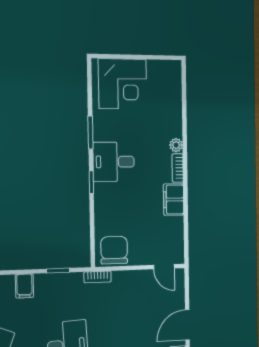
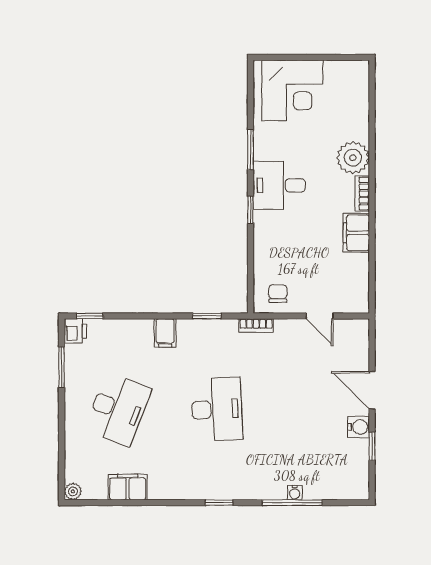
plant: (176, 145) -> (353, 158), width x1.87, depth x1.87
chair: (114, 250) -> (278, 293), width x0.54, depth x0.54
door: (164, 267) -> (320, 316), moved
door: (187, 325) -> (372, 390), hinge flipped

